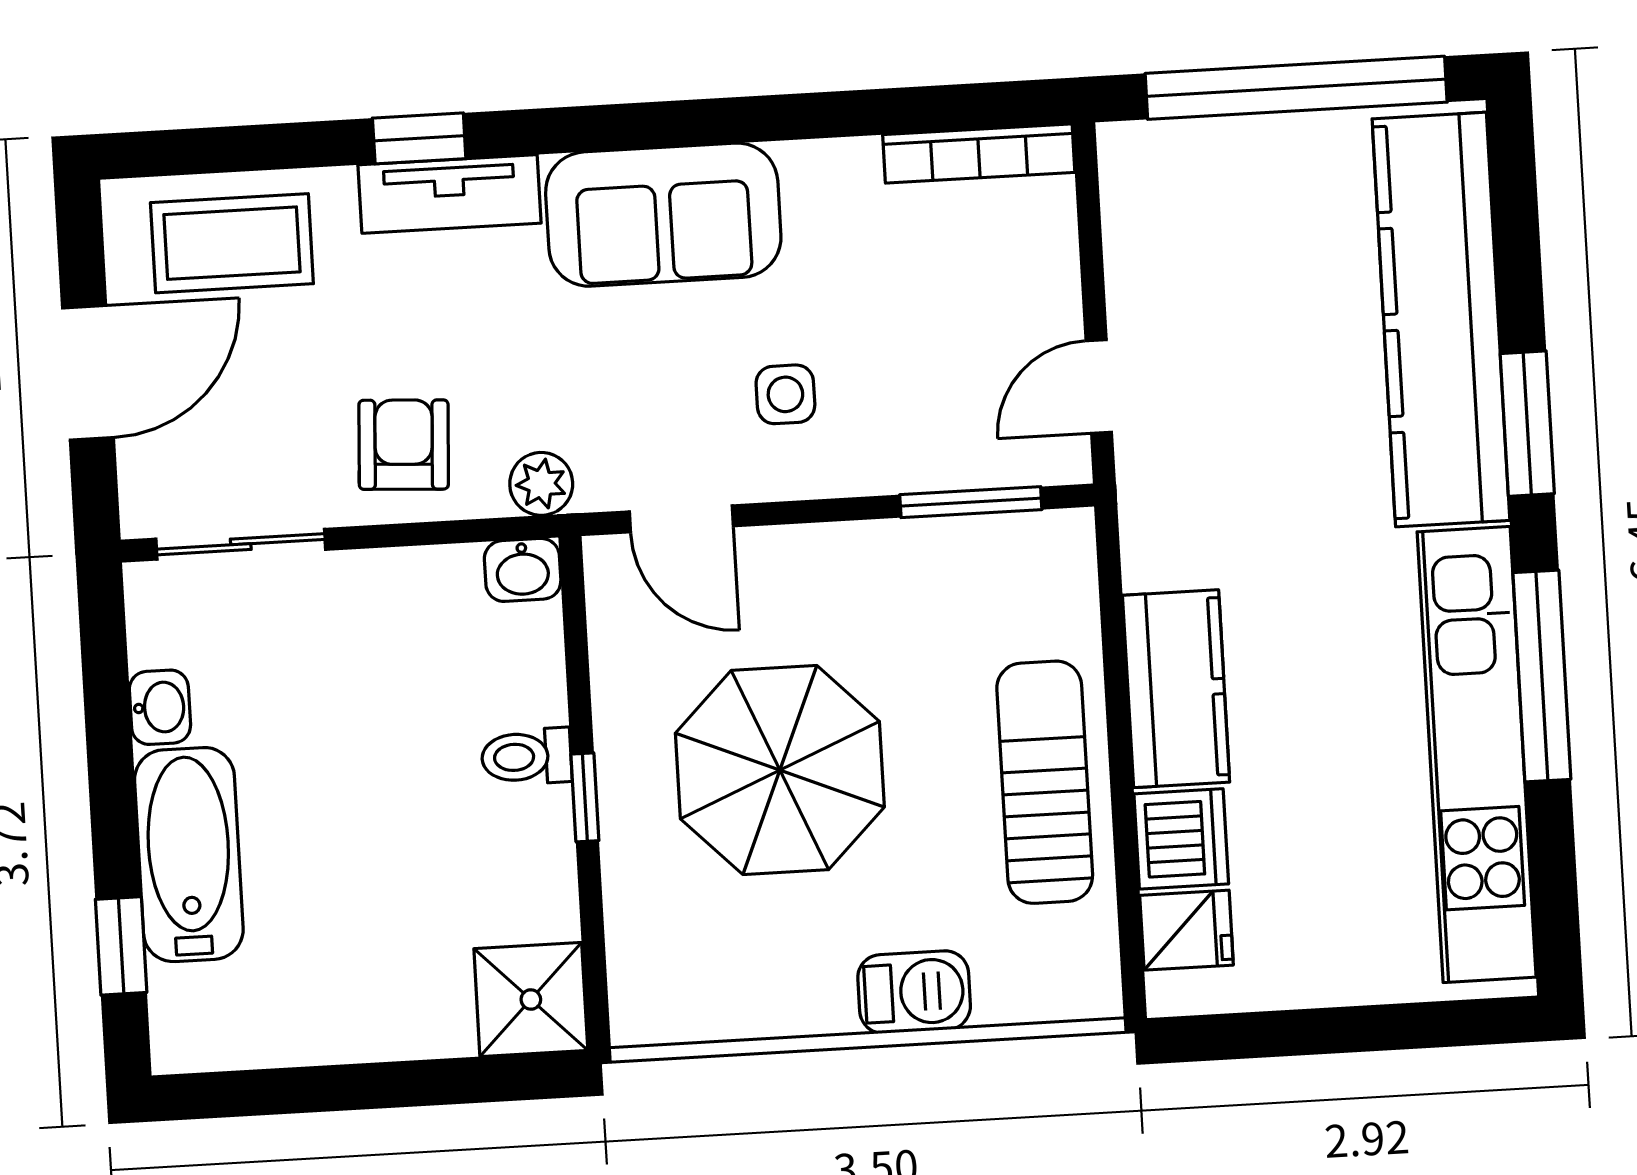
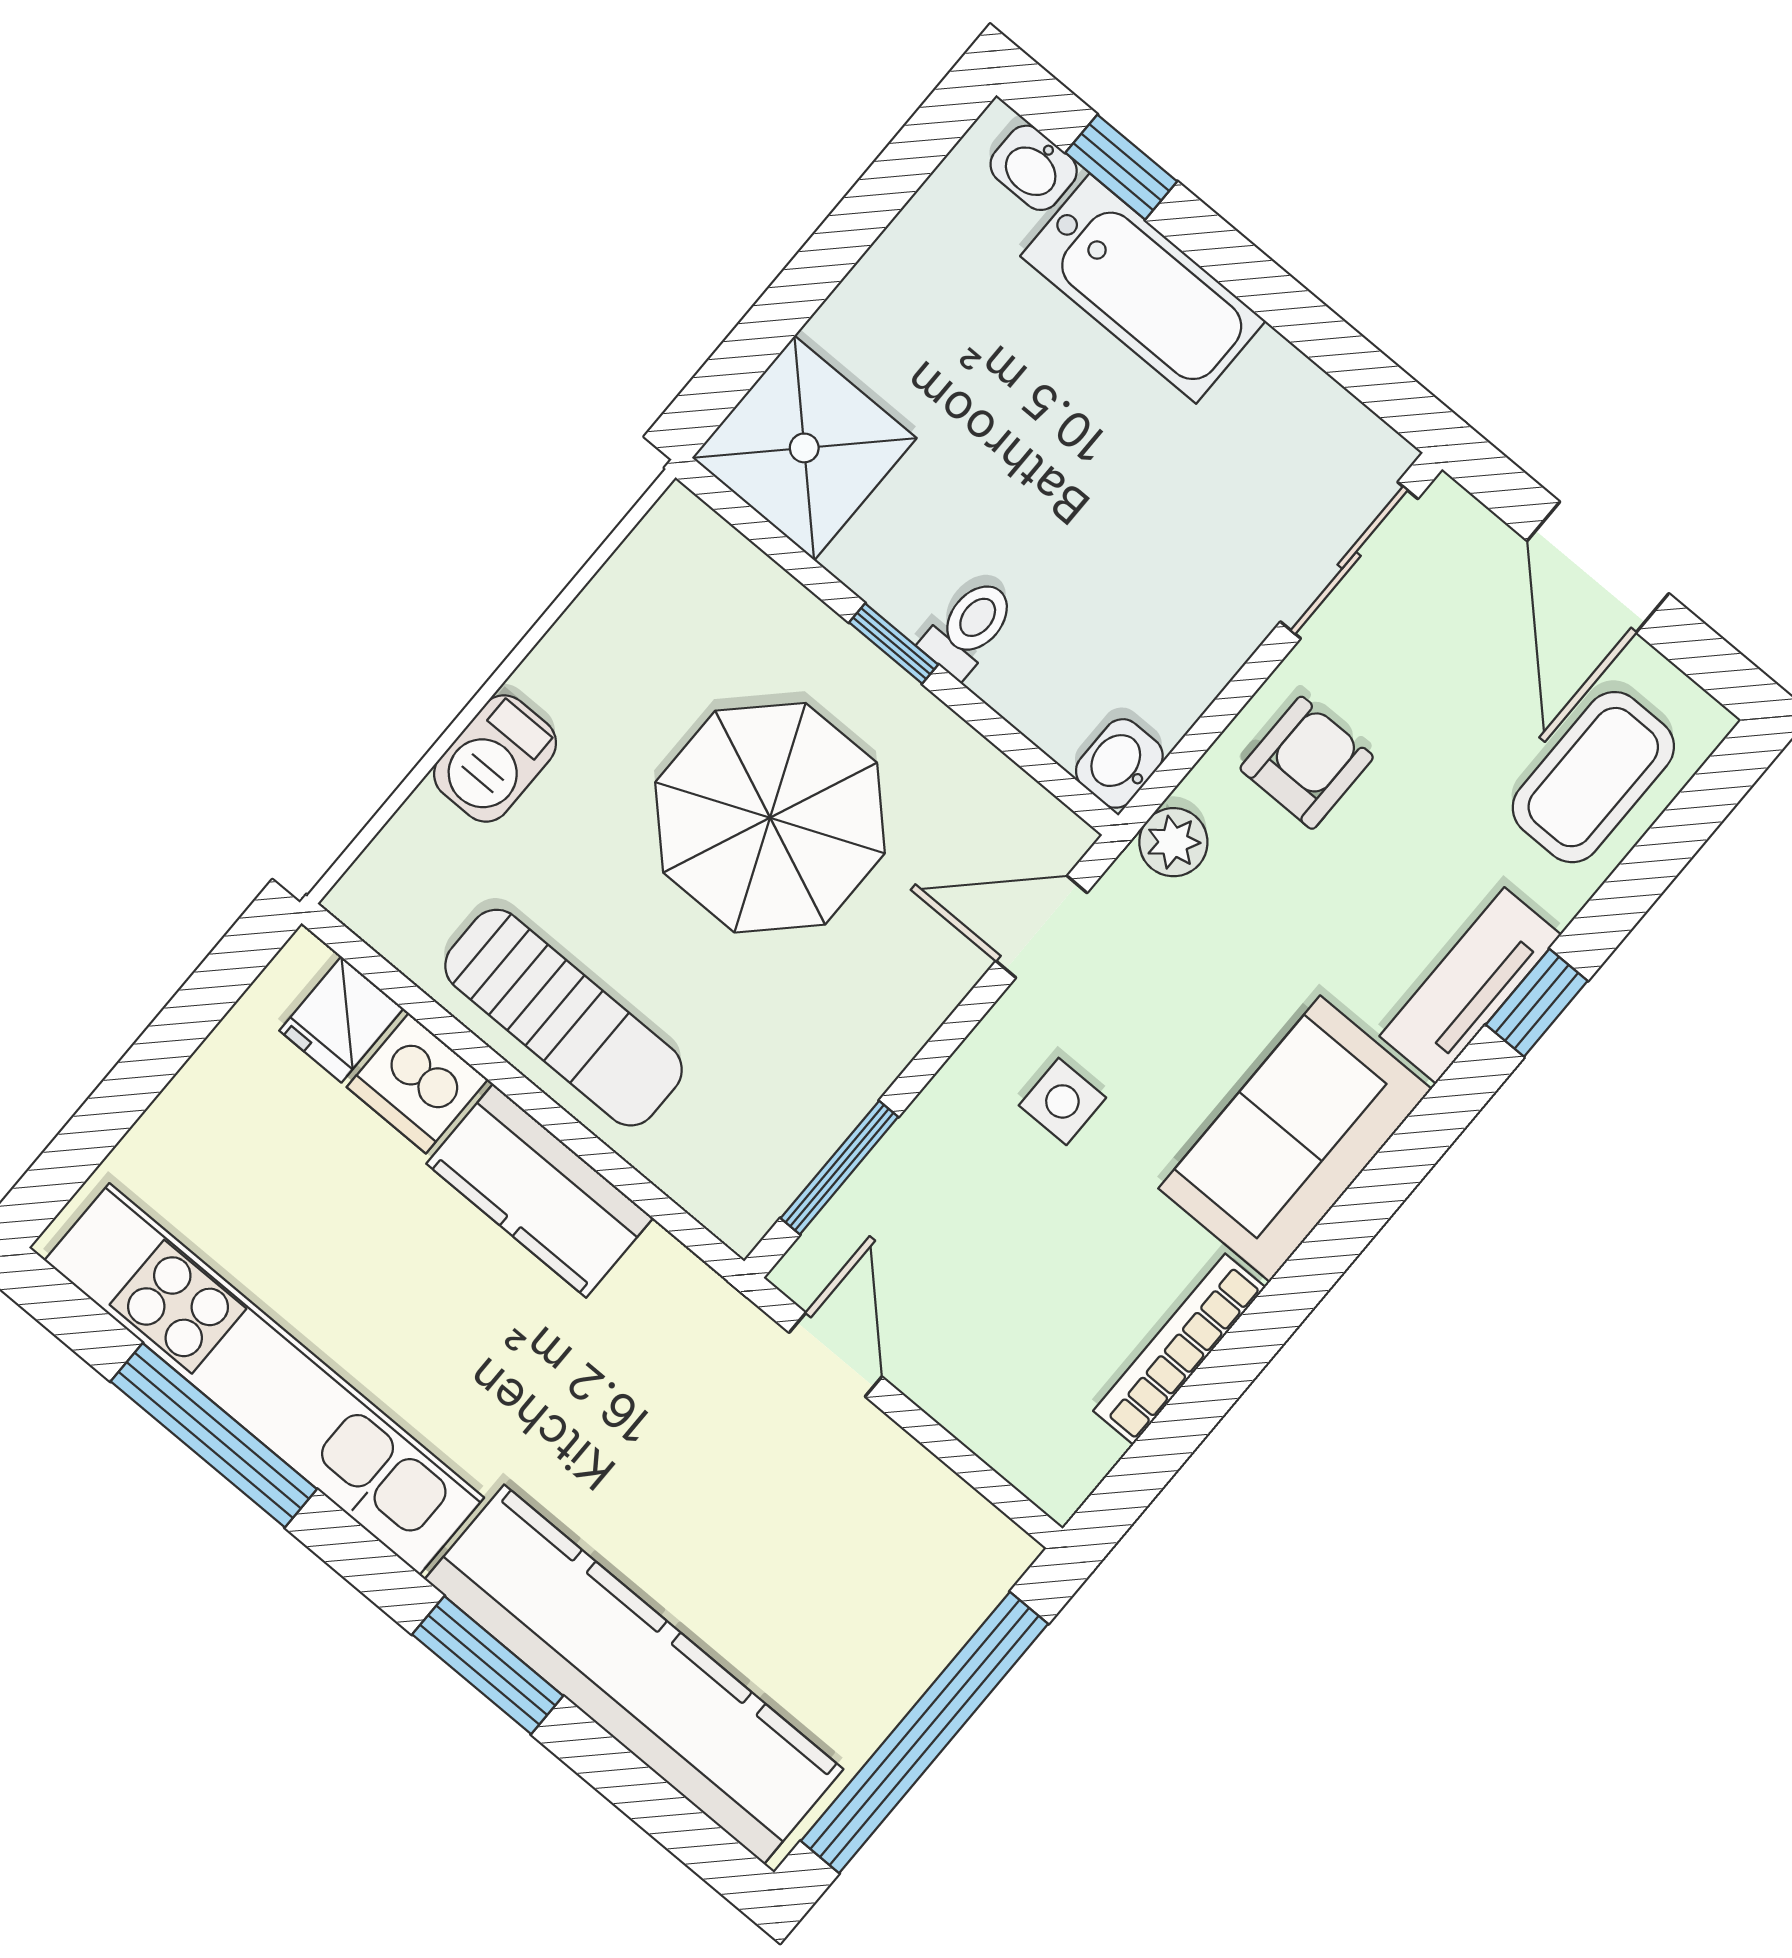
bookcase: (979, 153) -> (1179, 1349), moved
armchair: (404, 445) -> (1307, 763), turned -93
window: (1542, 676) -> (214, 1435), moved
washbasin: (160, 707) -> (1034, 168), moved
shower: (531, 999) -> (804, 448), width x1.36, depth x1.36

